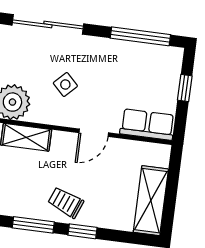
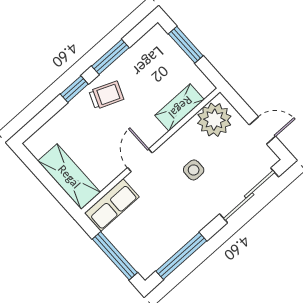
side table: (65, 85) -> (194, 170), turned 45
window: (185, 88) -> (115, 256), width x2.17
shelving: (151, 201) -> (69, 177), moved

